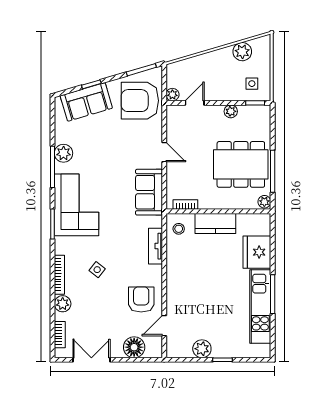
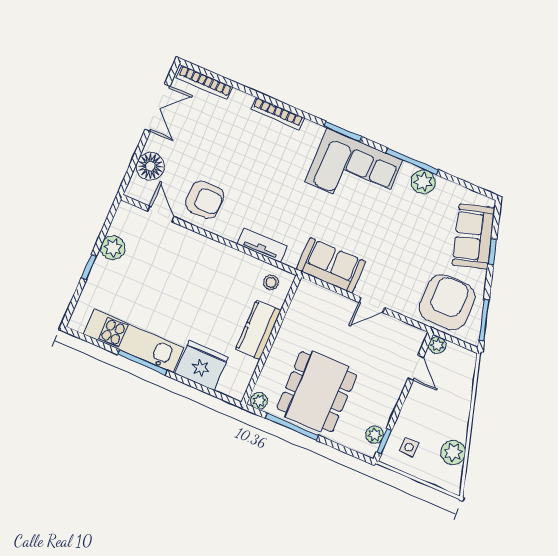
plant: (231, 111) -> (375, 435), moved
bookcase: (185, 205) -> (297, 303), removed
side table: (97, 270) -> (264, 162), removed
plant: (63, 304) -> (241, 102), removed
bookcase: (60, 335) -> (204, 82), width x1.56

